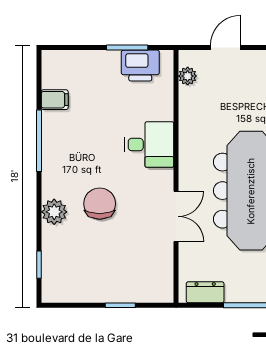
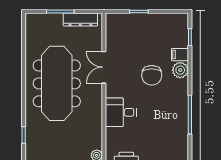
filing cabinet: (55, 100) -> (180, 55), moved
dresser: (205, 292) -> (80, 20), width x1.44

